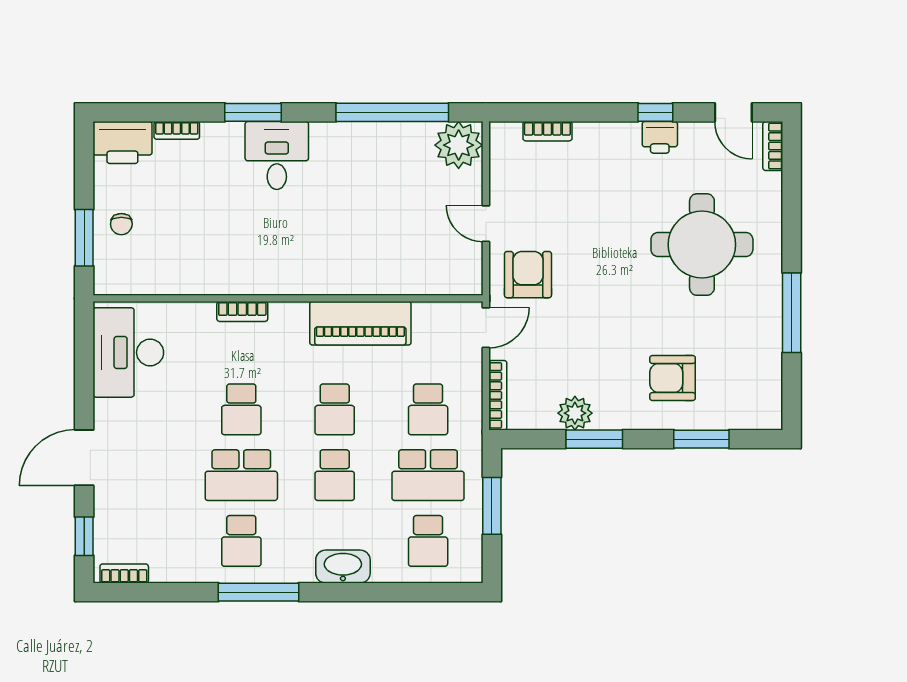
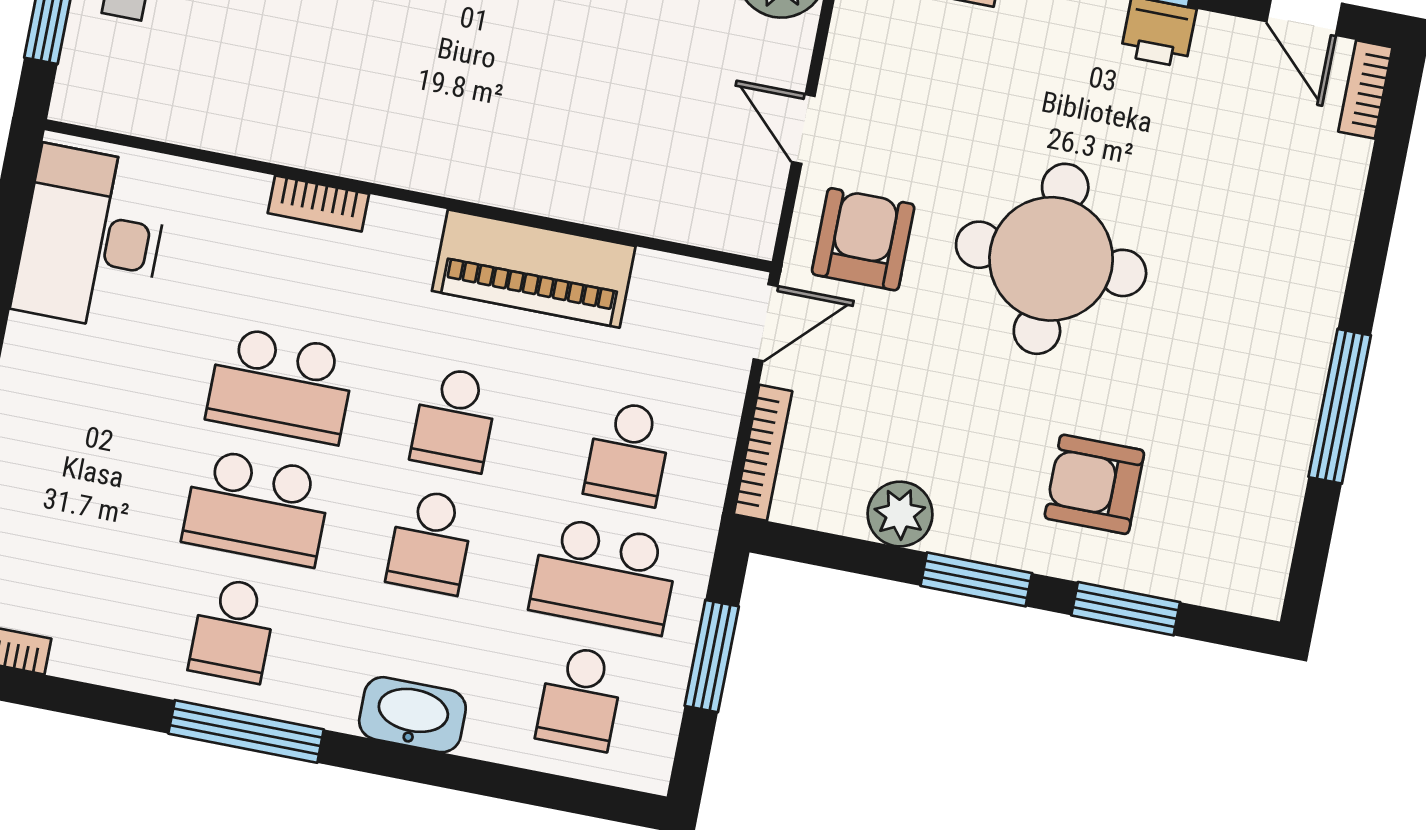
round table: (702, 245) -> (1051, 259), moved
school desk: (241, 409) -> (281, 385), width x1.85
window: (594, 439) -> (976, 579), moved

